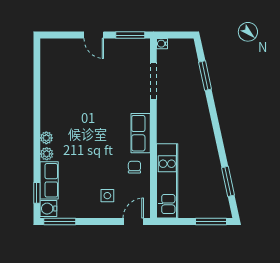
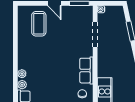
coffee table: (71, 65) -> (39, 24), added

